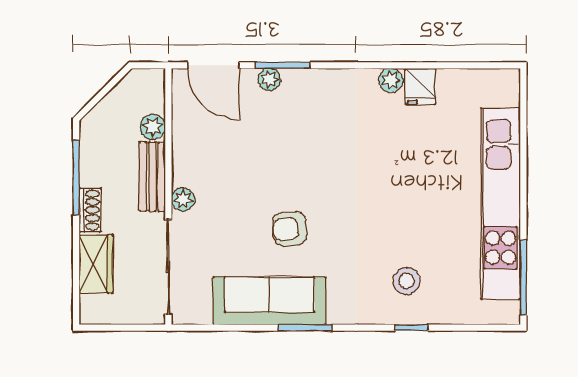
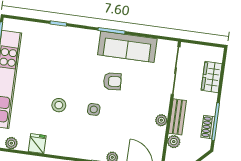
plant: (391, 80) -> (11, 143), moved
side table: (319, 169) -> (94, 109), added
plant: (183, 199) -> (161, 120), moved
shoe rack: (90, 210) -> (208, 127), moved
stool: (407, 281) -> (59, 105), moved

